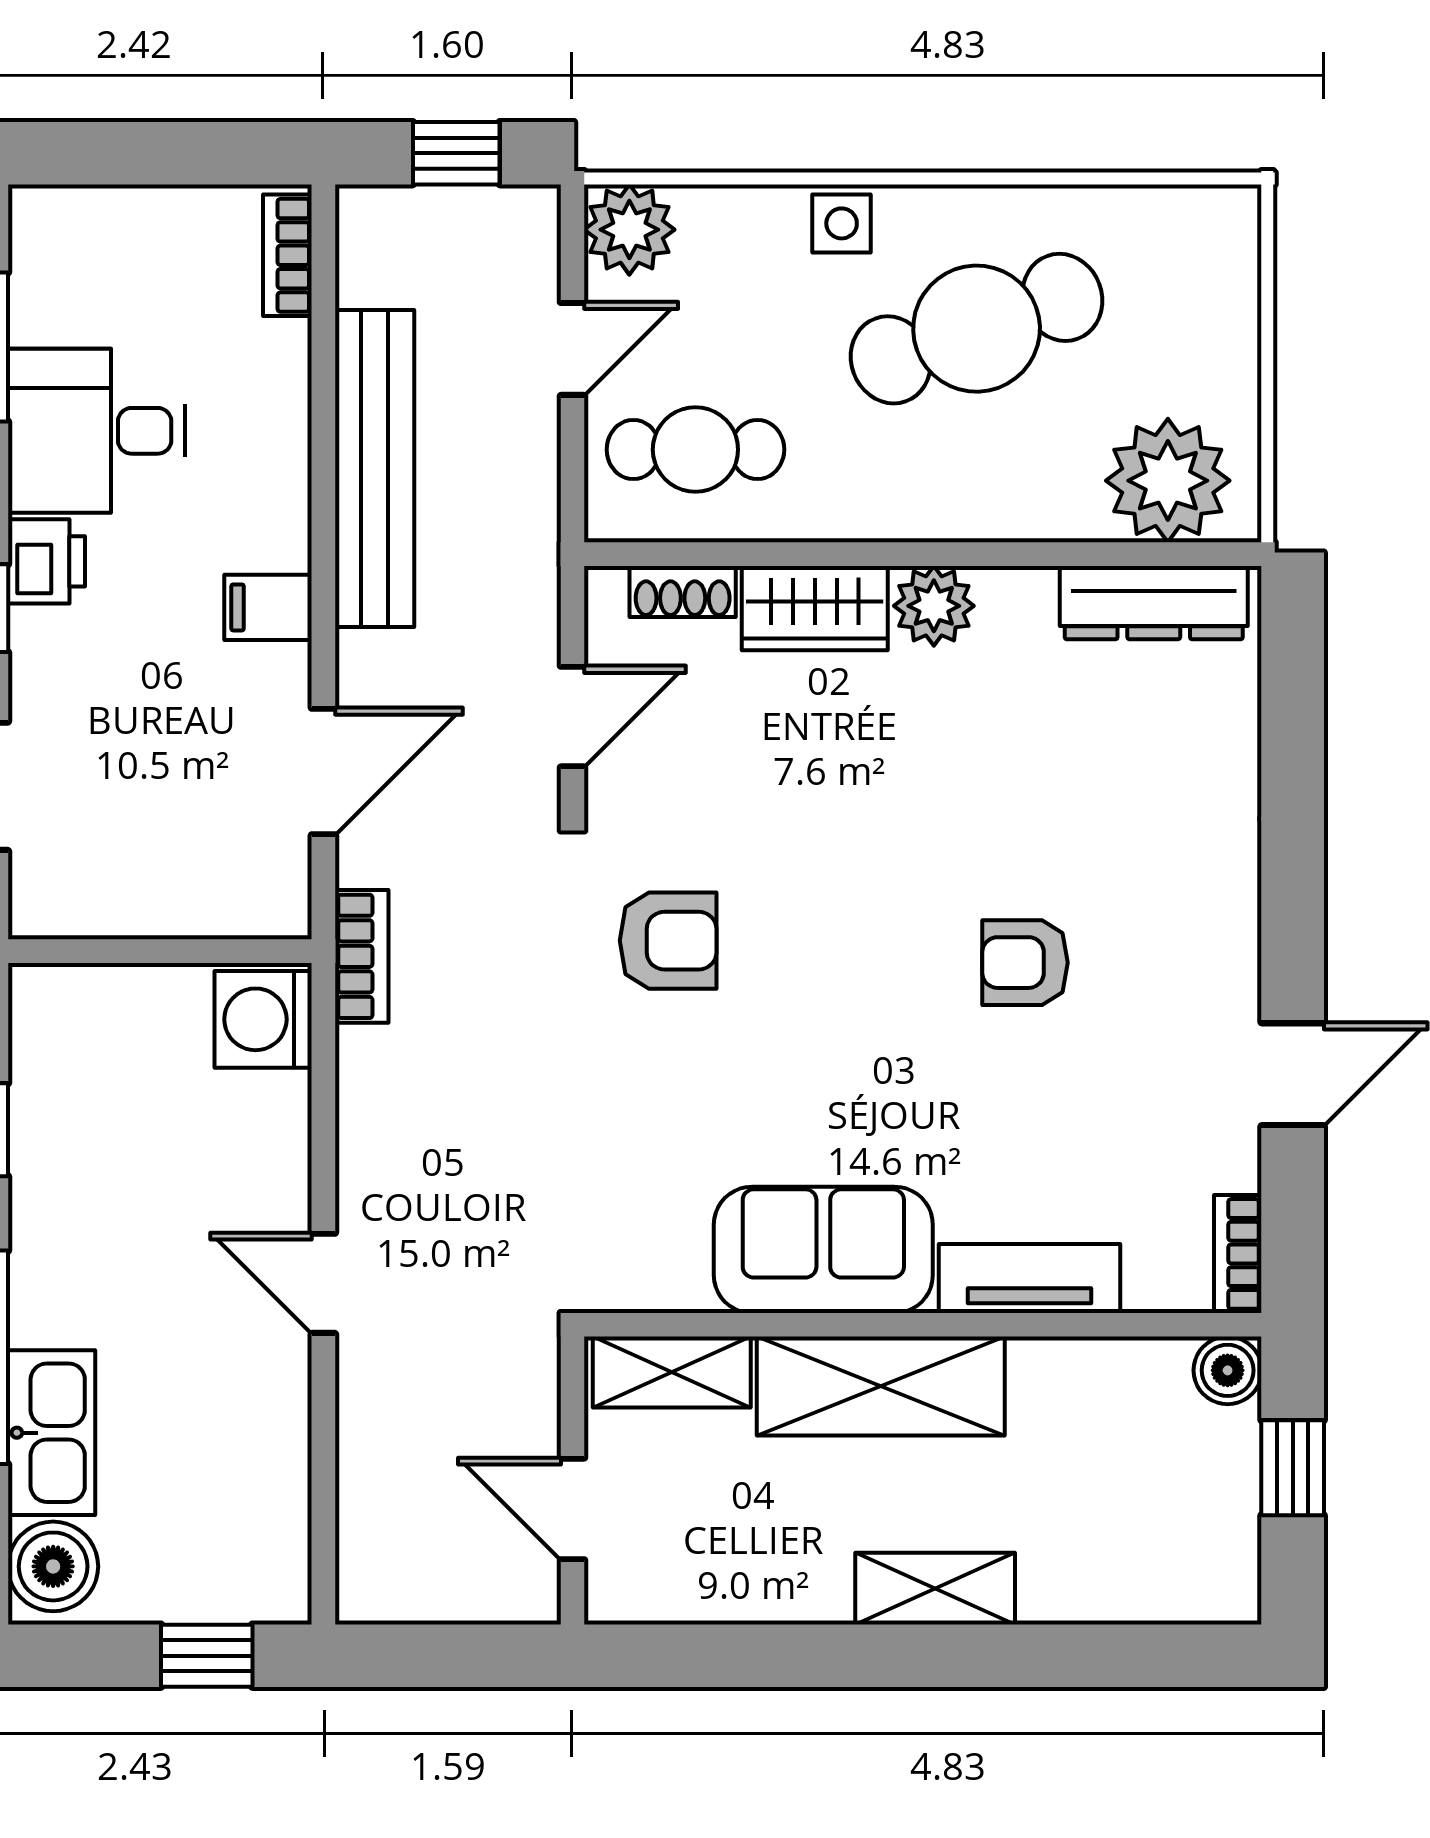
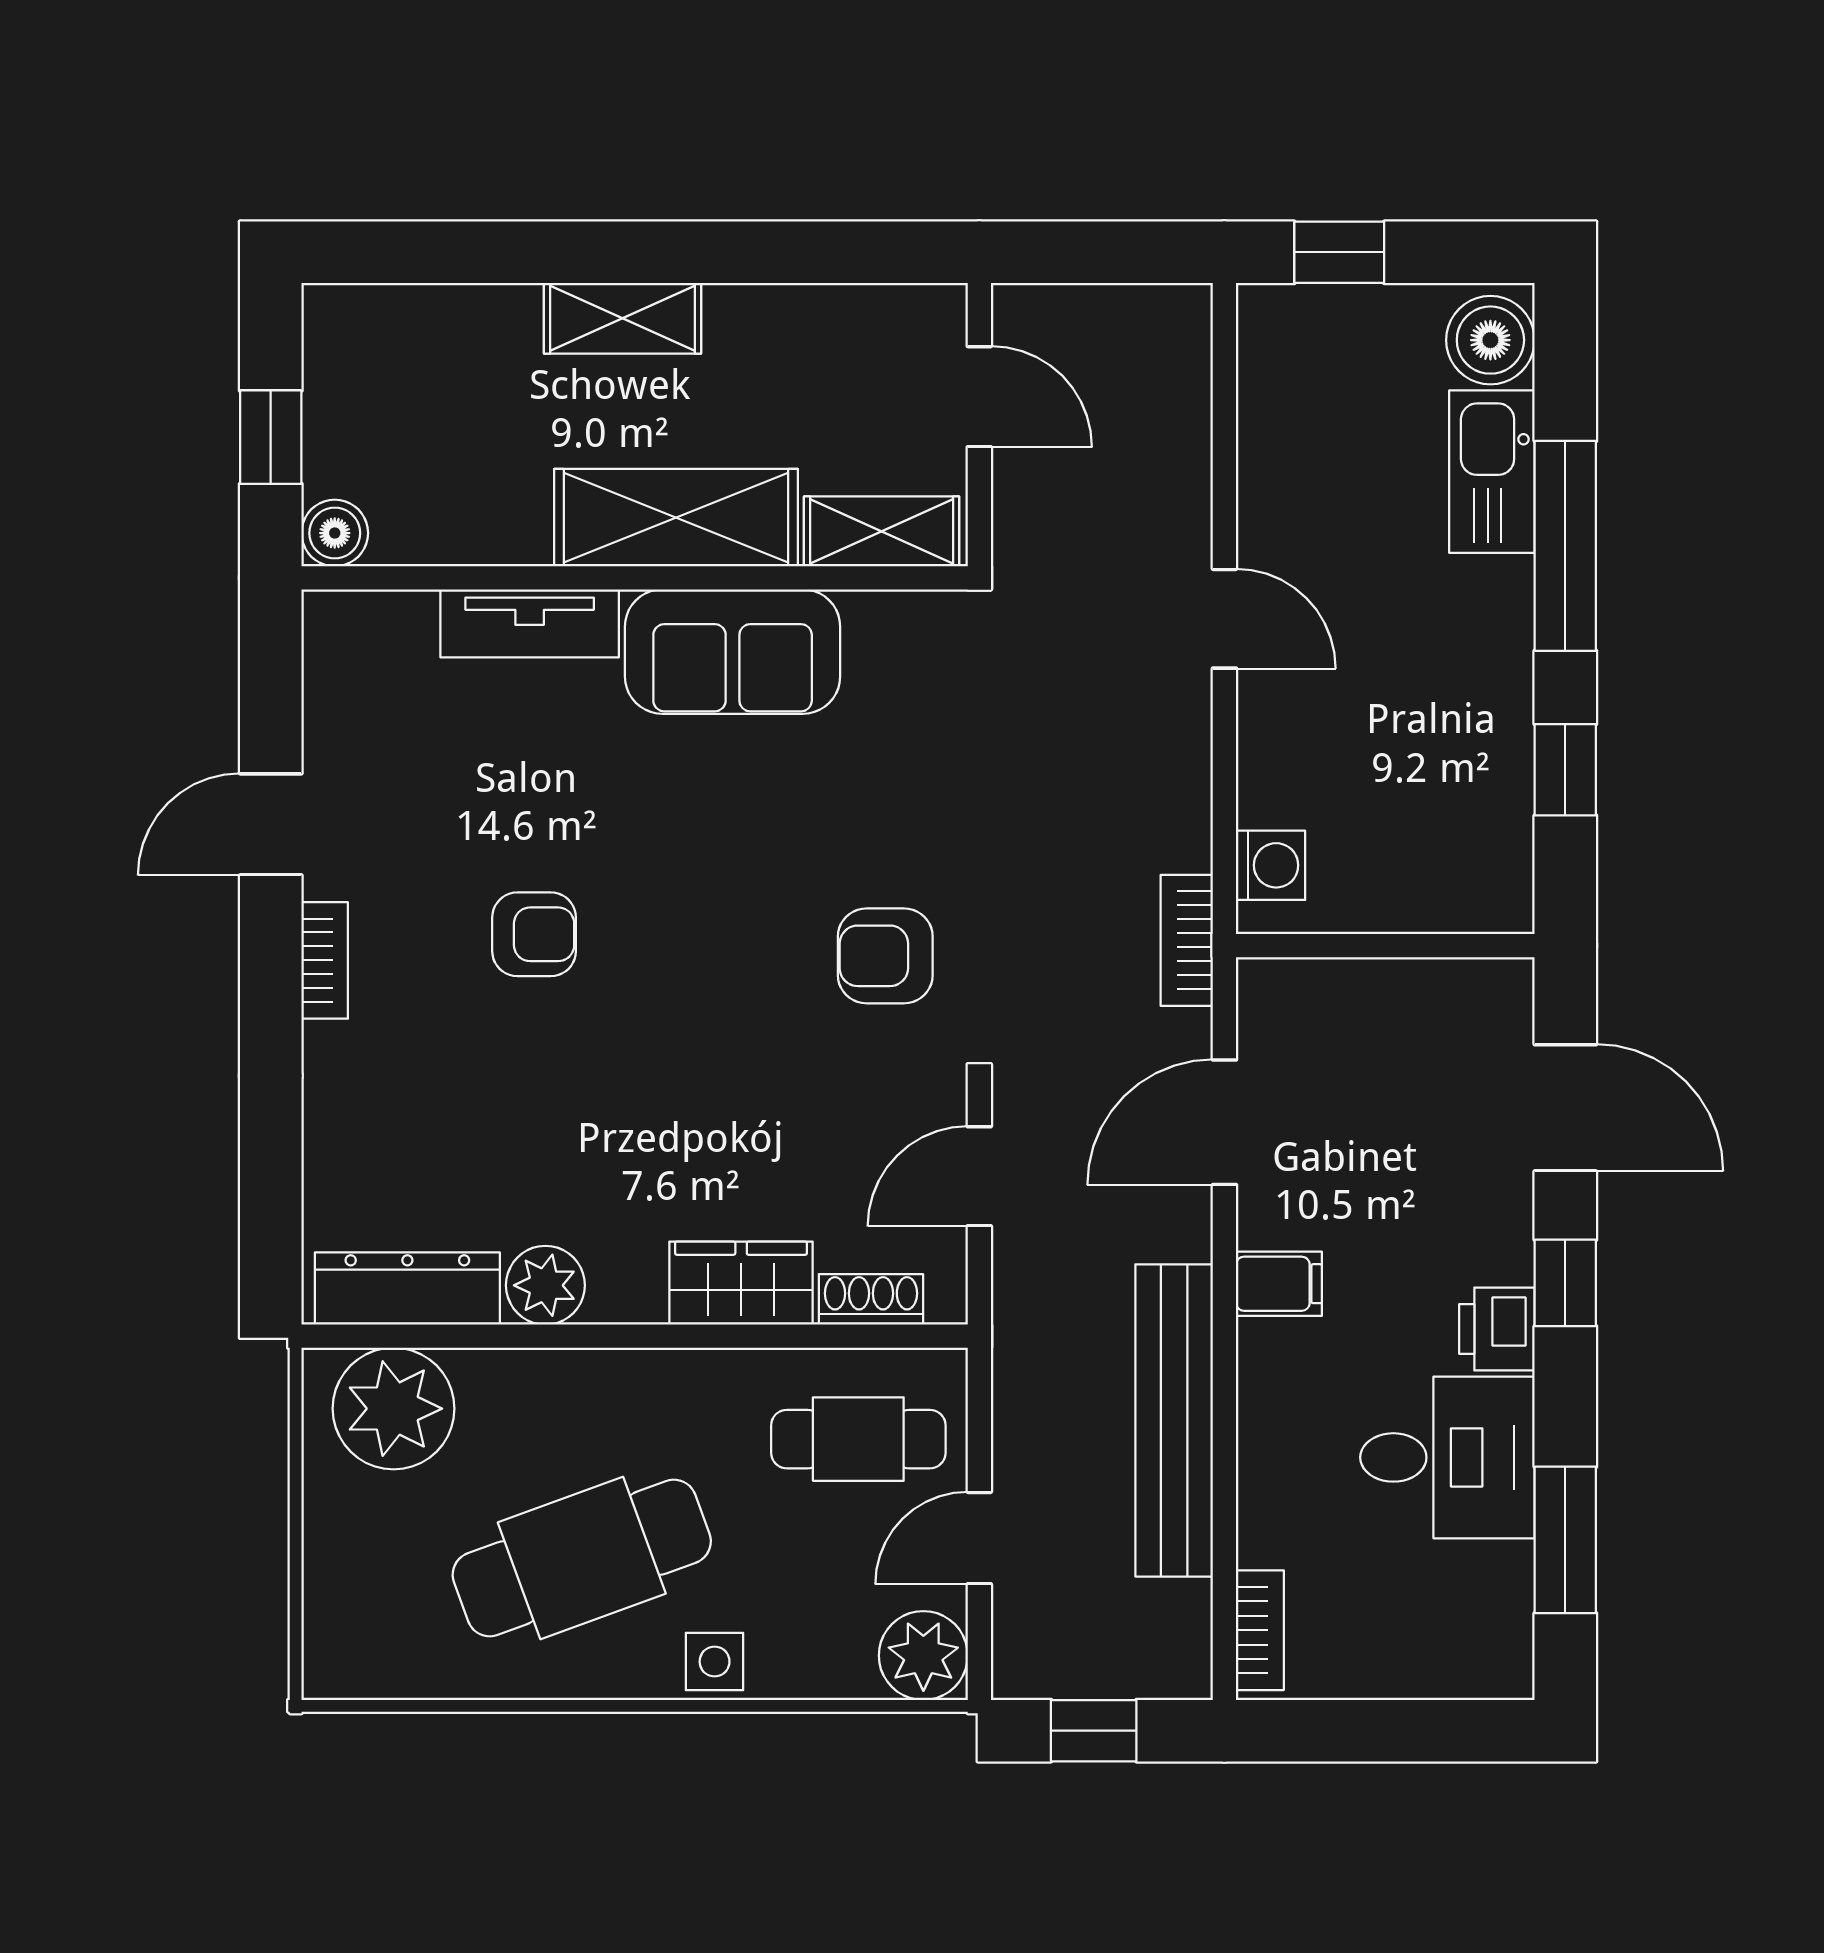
plant: (934, 606) -> (545, 1285), moved
washing machine: (263, 1019) -> (1271, 865), width x0.73, depth x0.73
bookcase: (1238, 1254) -> (325, 960), moved

